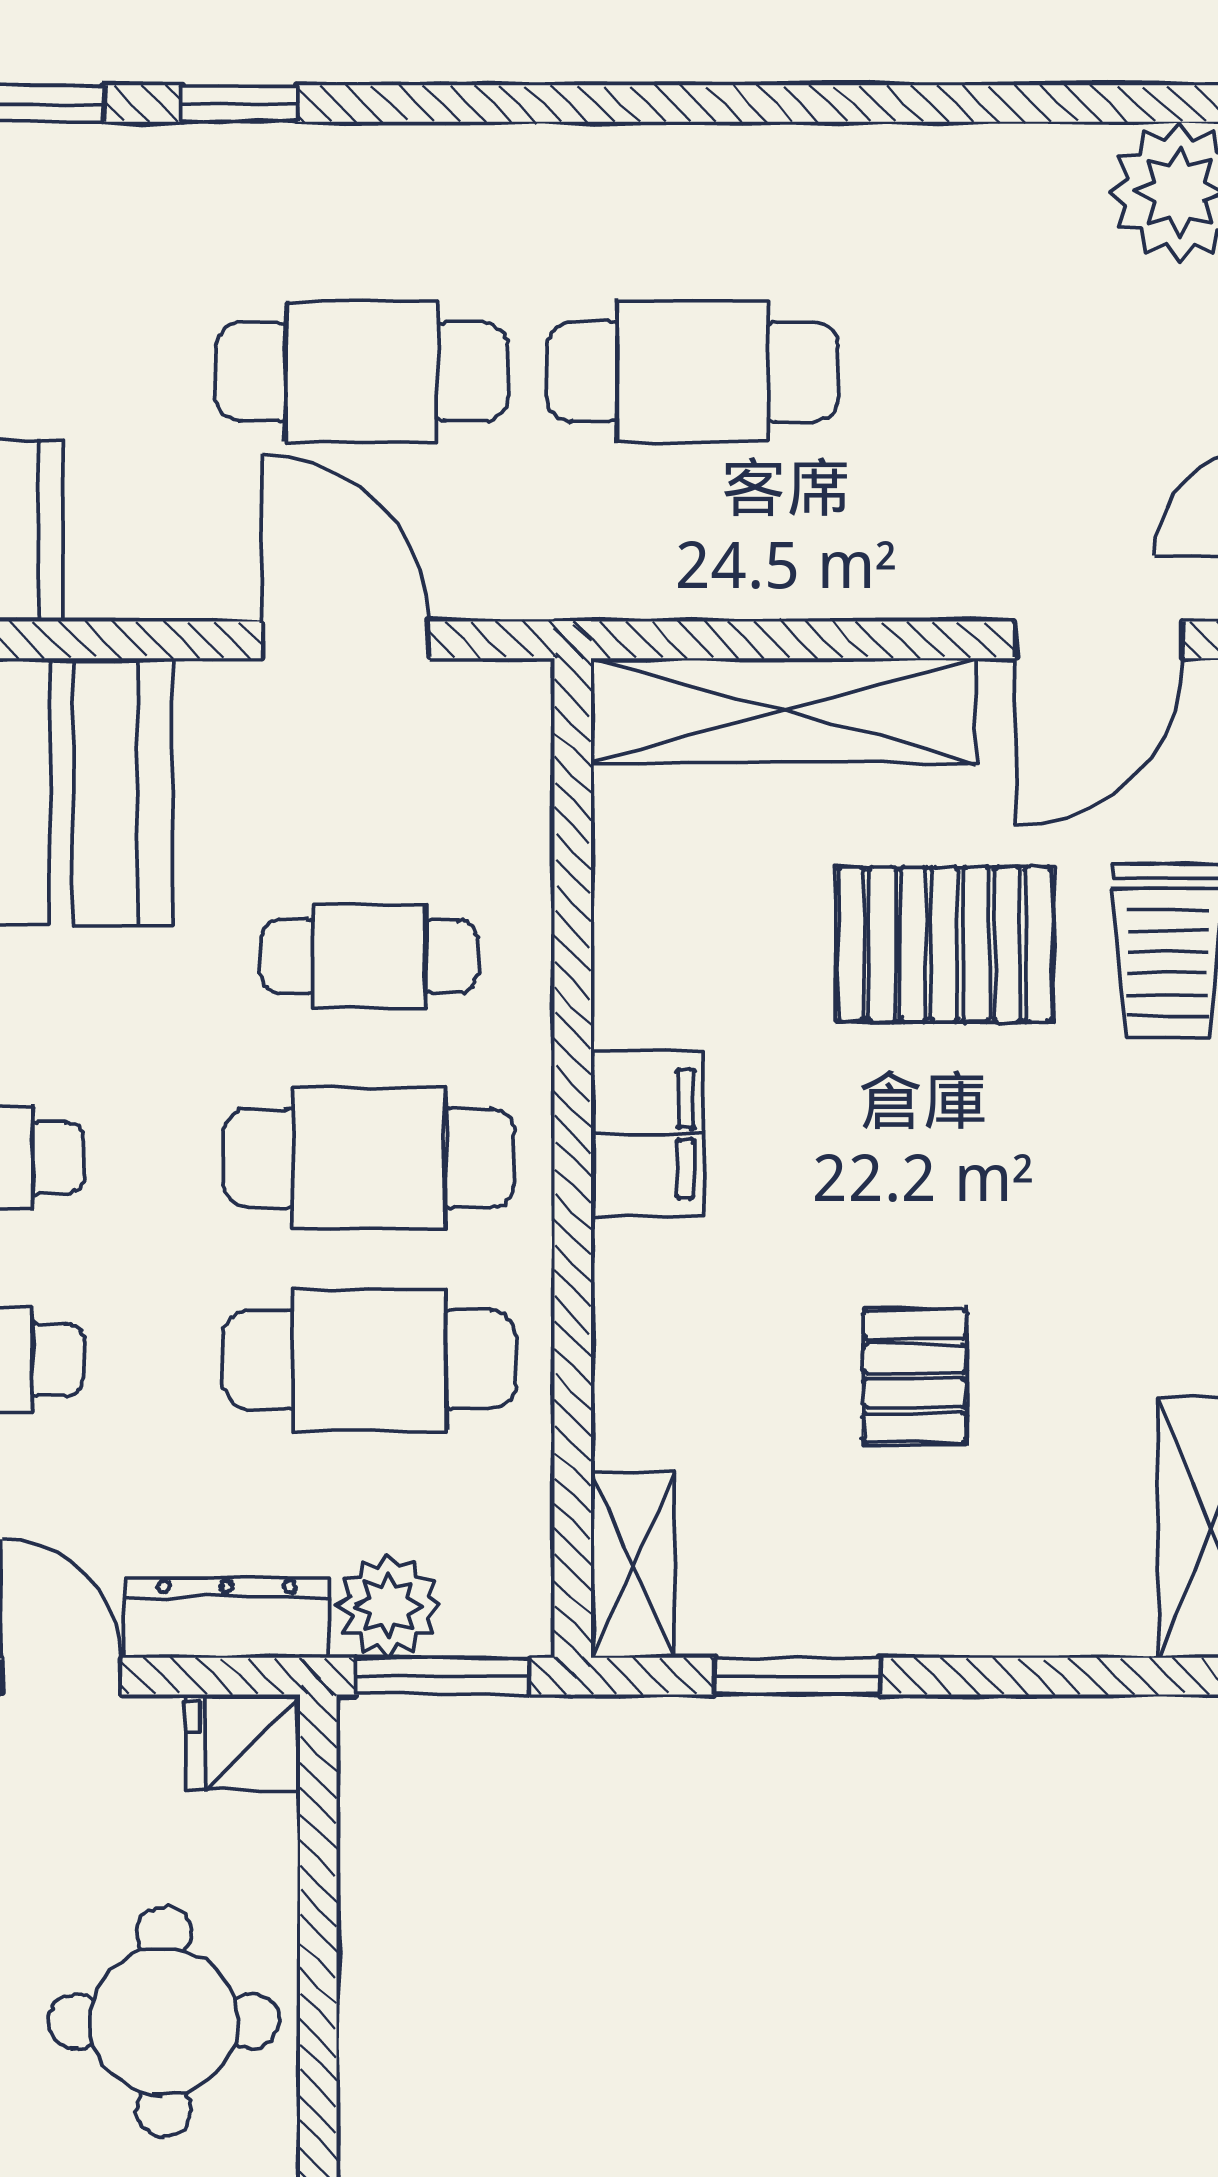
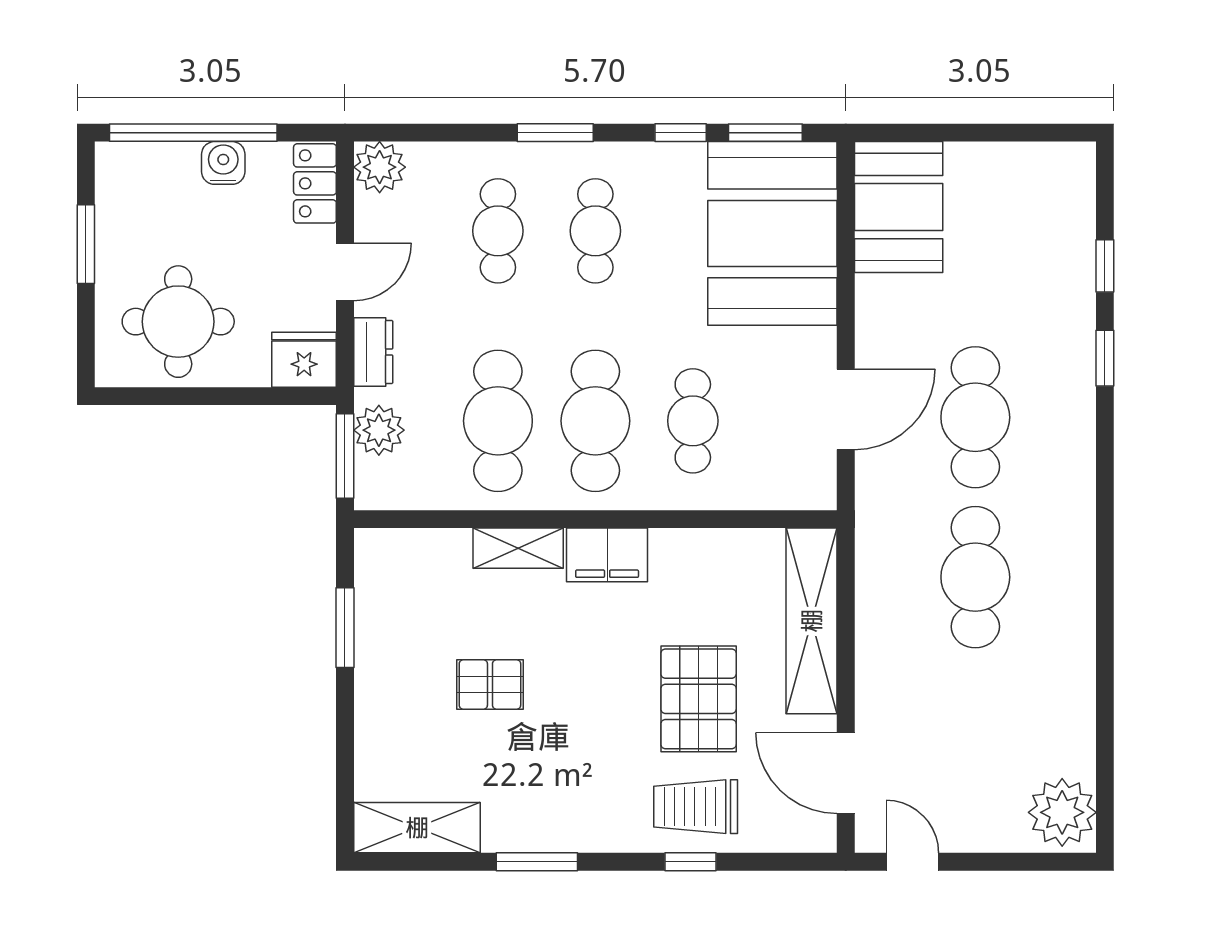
shelving: (633, 1565) -> (518, 548), moved
dresser: (227, 1618) -> (373, 352), width x0.70
fridge: (243, 1742) -> (304, 360), width x1.38

